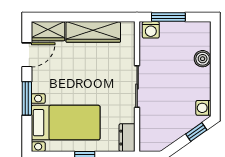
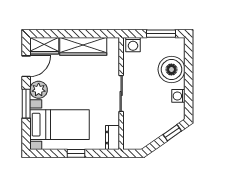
window: (168, 17) -> (161, 34), moved
boiler: (203, 59) -> (171, 69), width x1.86, depth x1.86
plant: (41, 82) -> (39, 90), added
washing machine: (203, 108) -> (178, 96), moved

